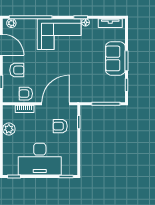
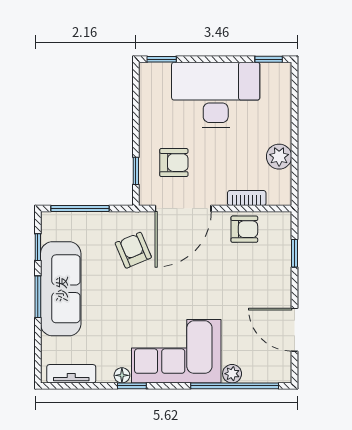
plant: (11, 23) -> (232, 374), moved
sofa: (115, 58) -> (61, 289), width x1.36
armchair: (17, 70) -> (133, 250), moved, turned 67

